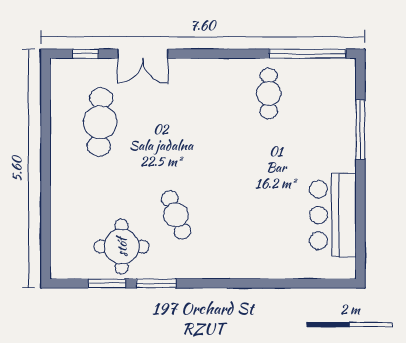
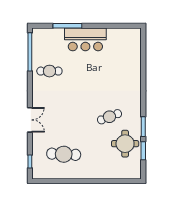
double door: (143, 54) -> (30, 120), moved
bar counter: (333, 215) -> (85, 39), moved

